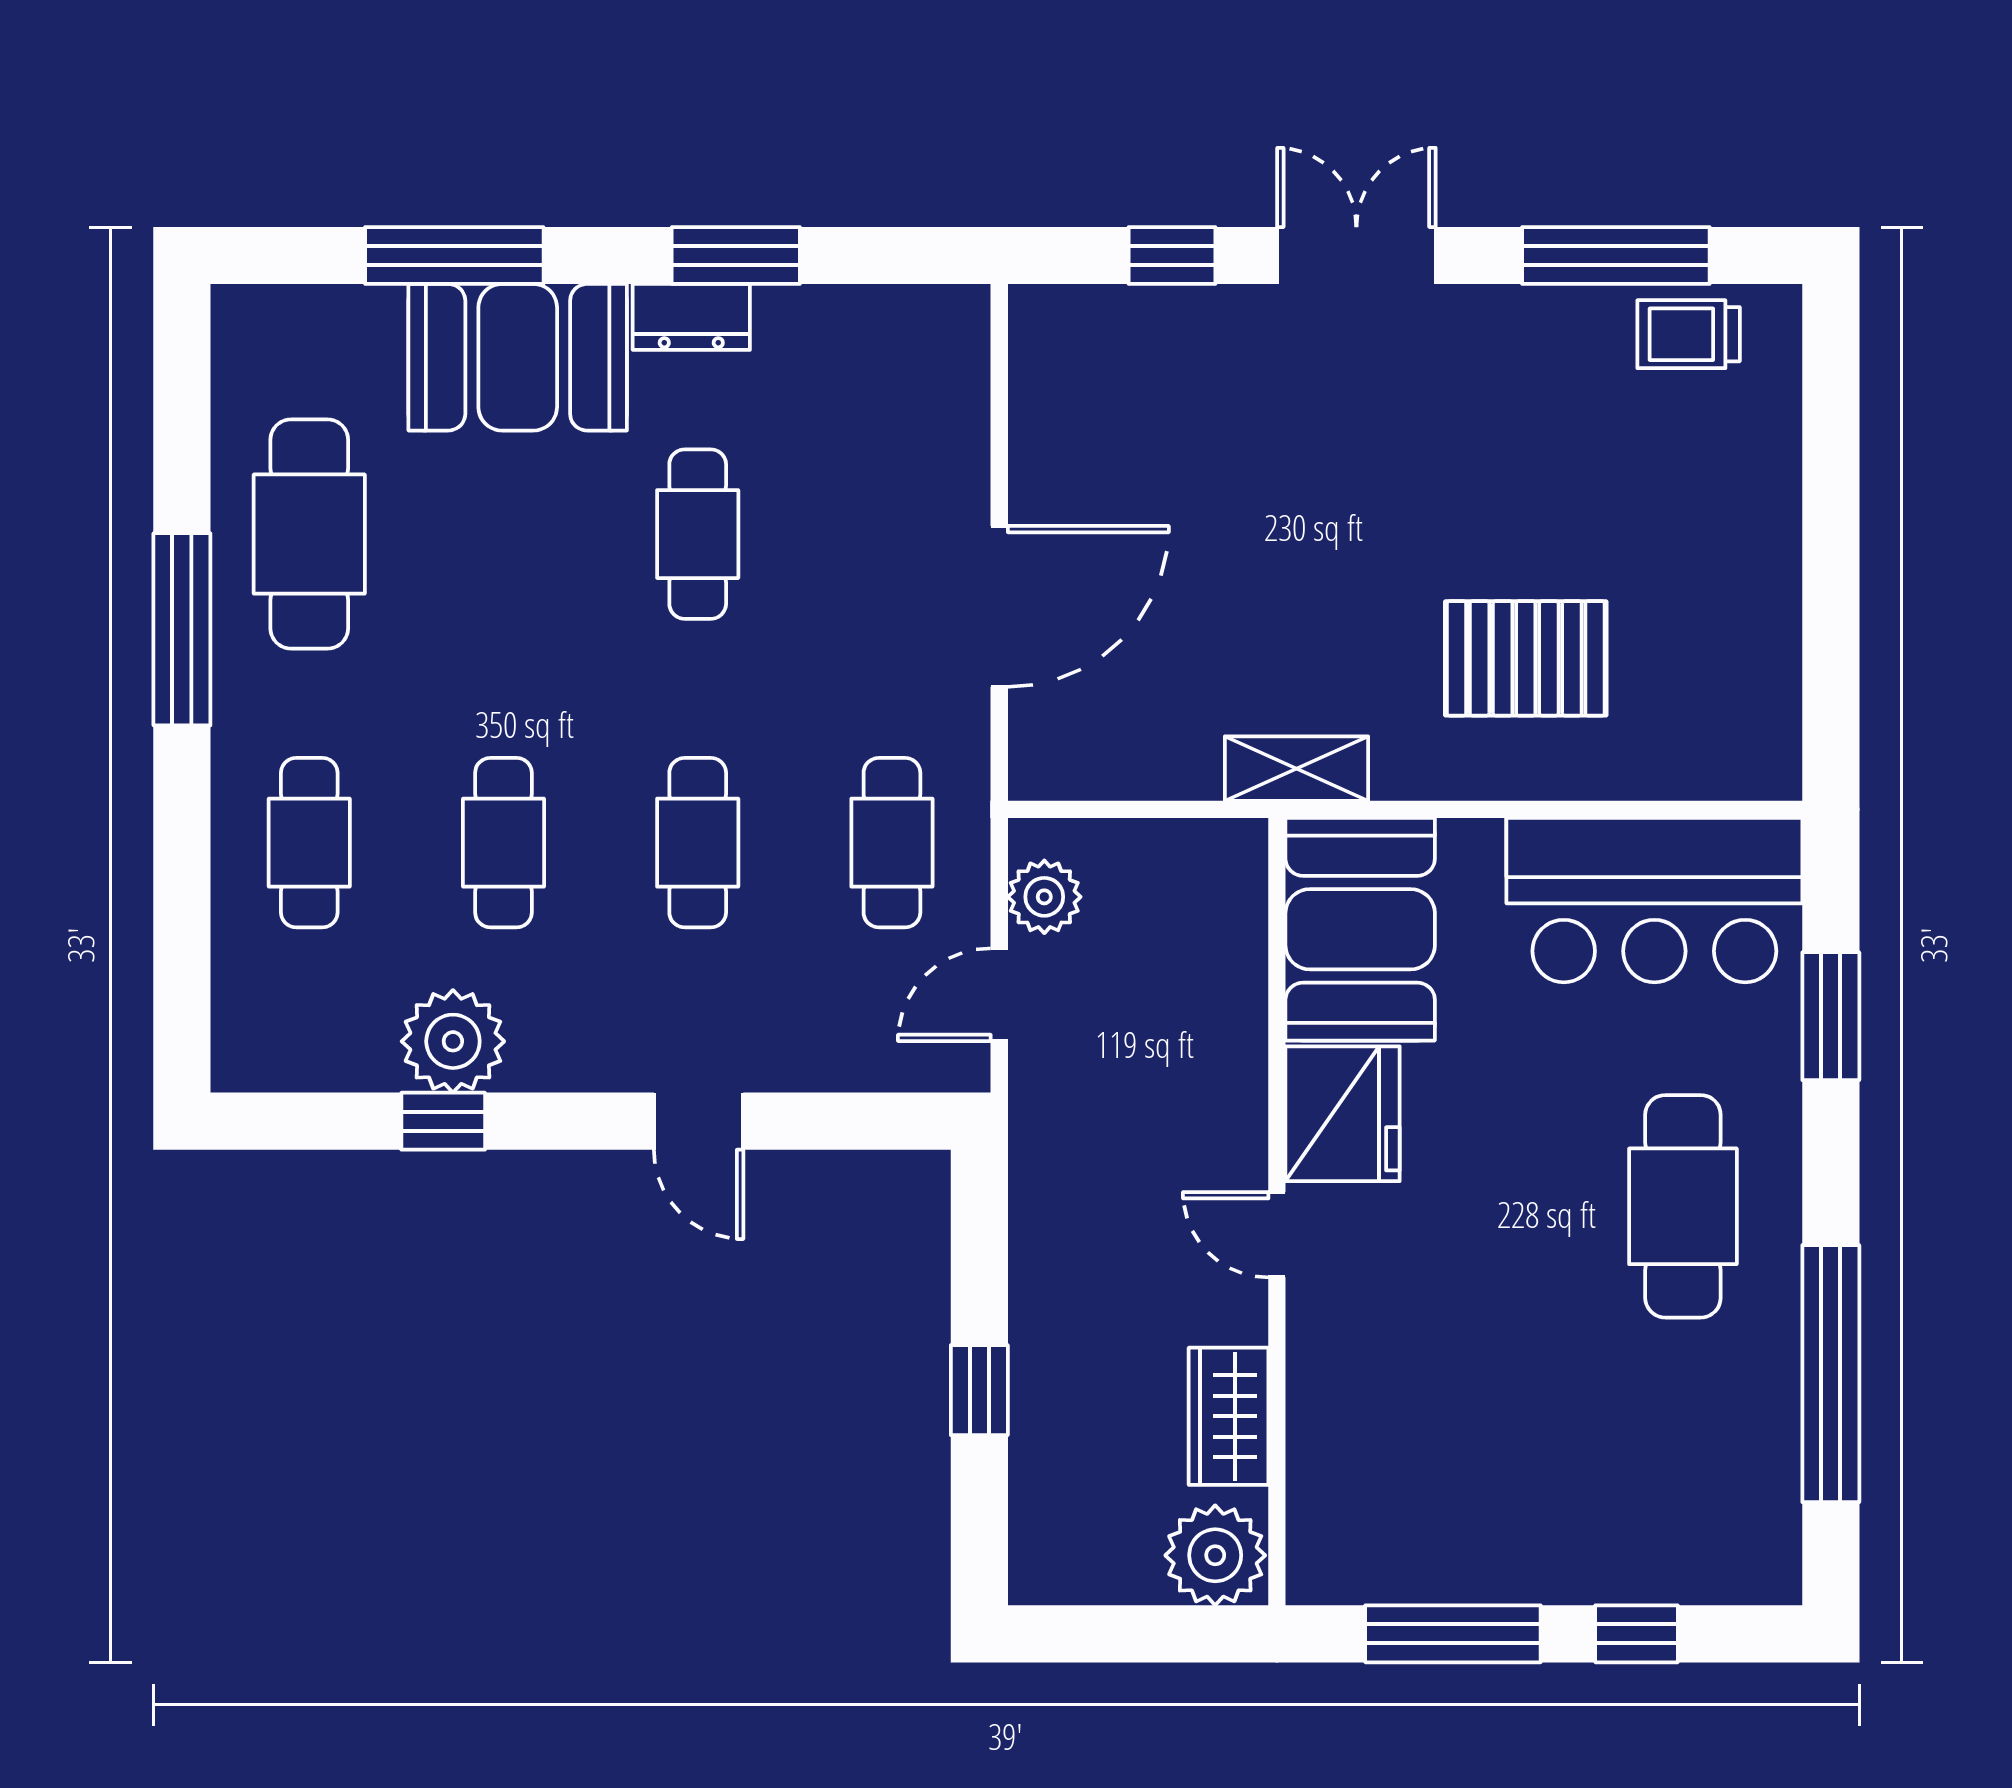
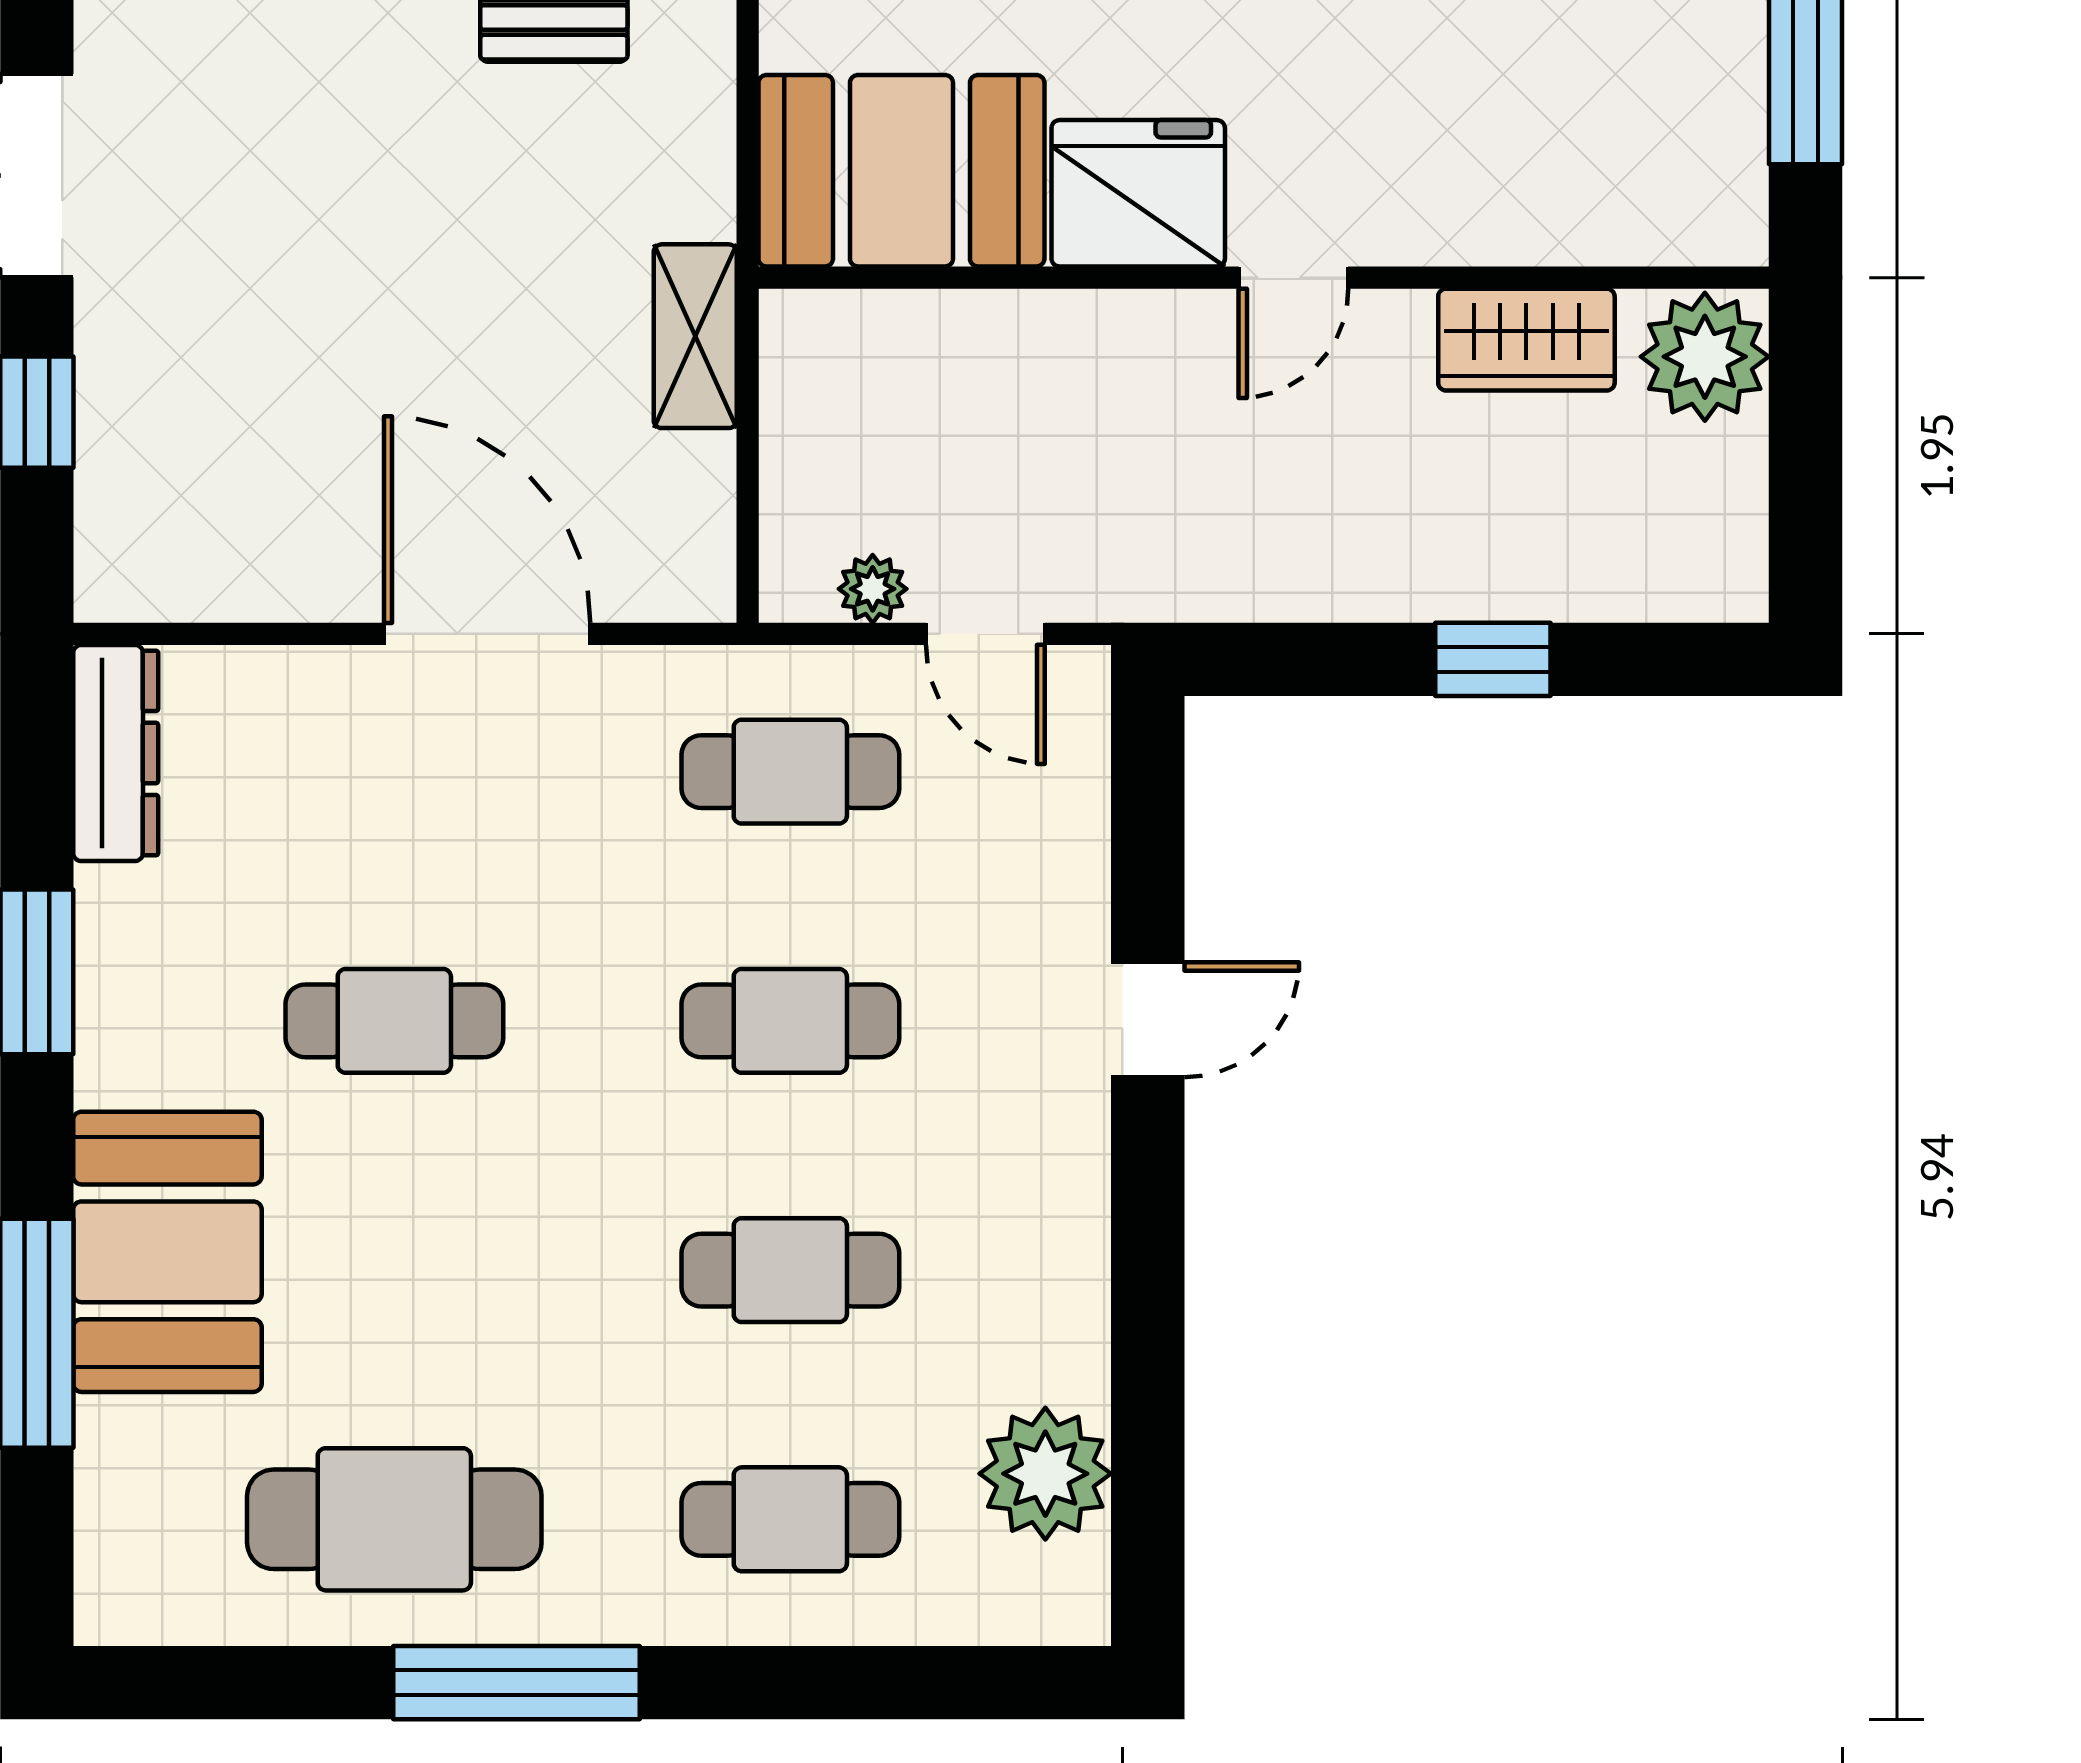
dresser: (691, 317) -> (116, 753), moved, width x1.44
shelving: (1297, 769) -> (695, 336), moved
plant: (1044, 897) -> (873, 589), width x0.73, depth x0.73
plant: (453, 1041) -> (1045, 1474), moved
window: (443, 1121) -> (1148, 1347), removed

